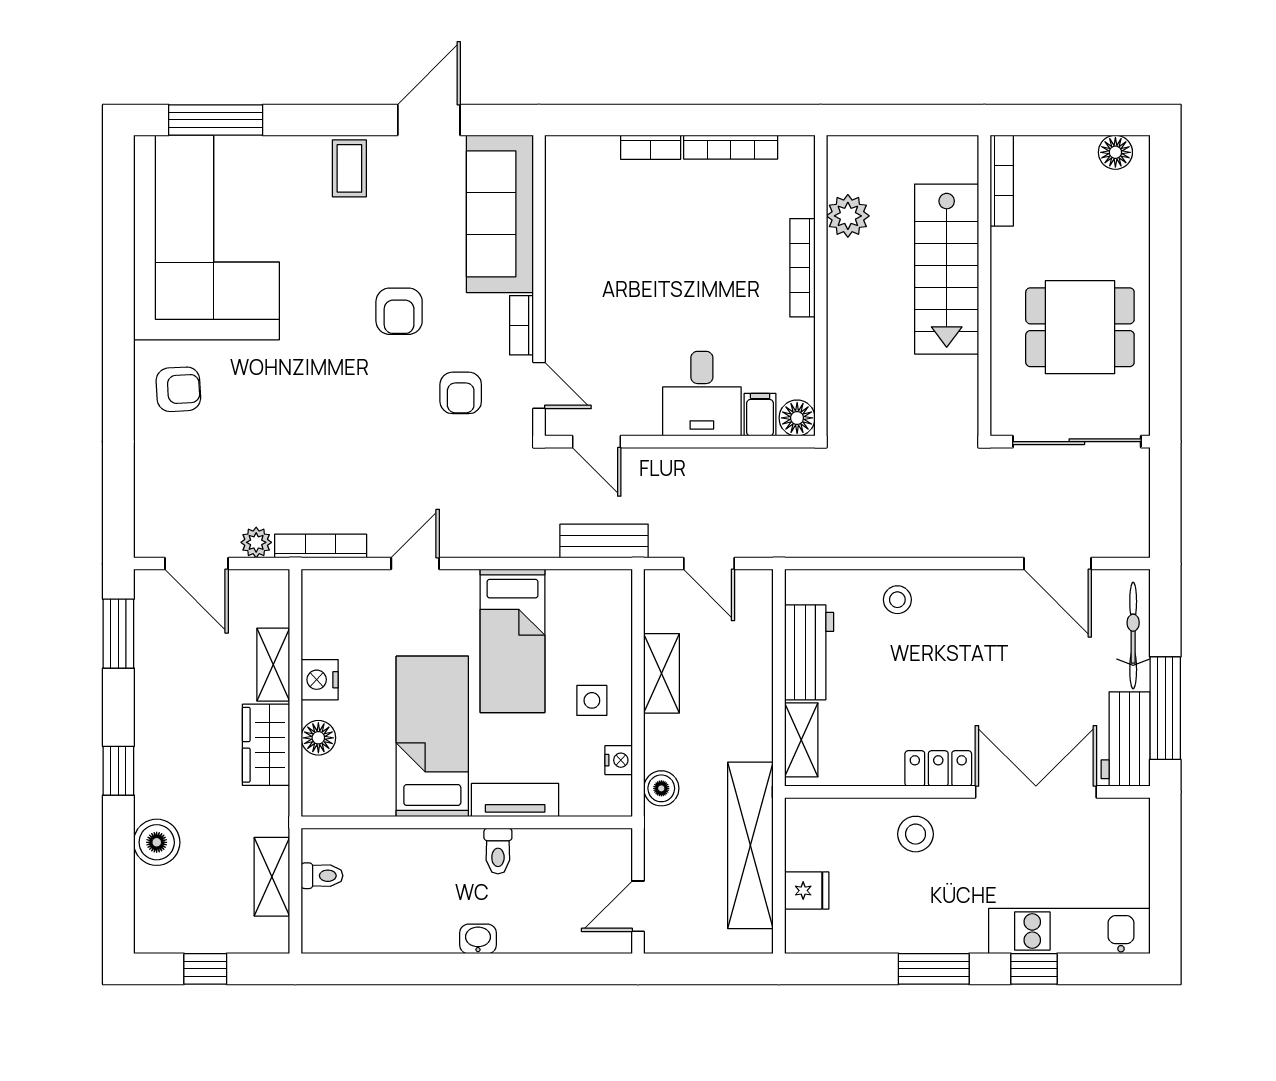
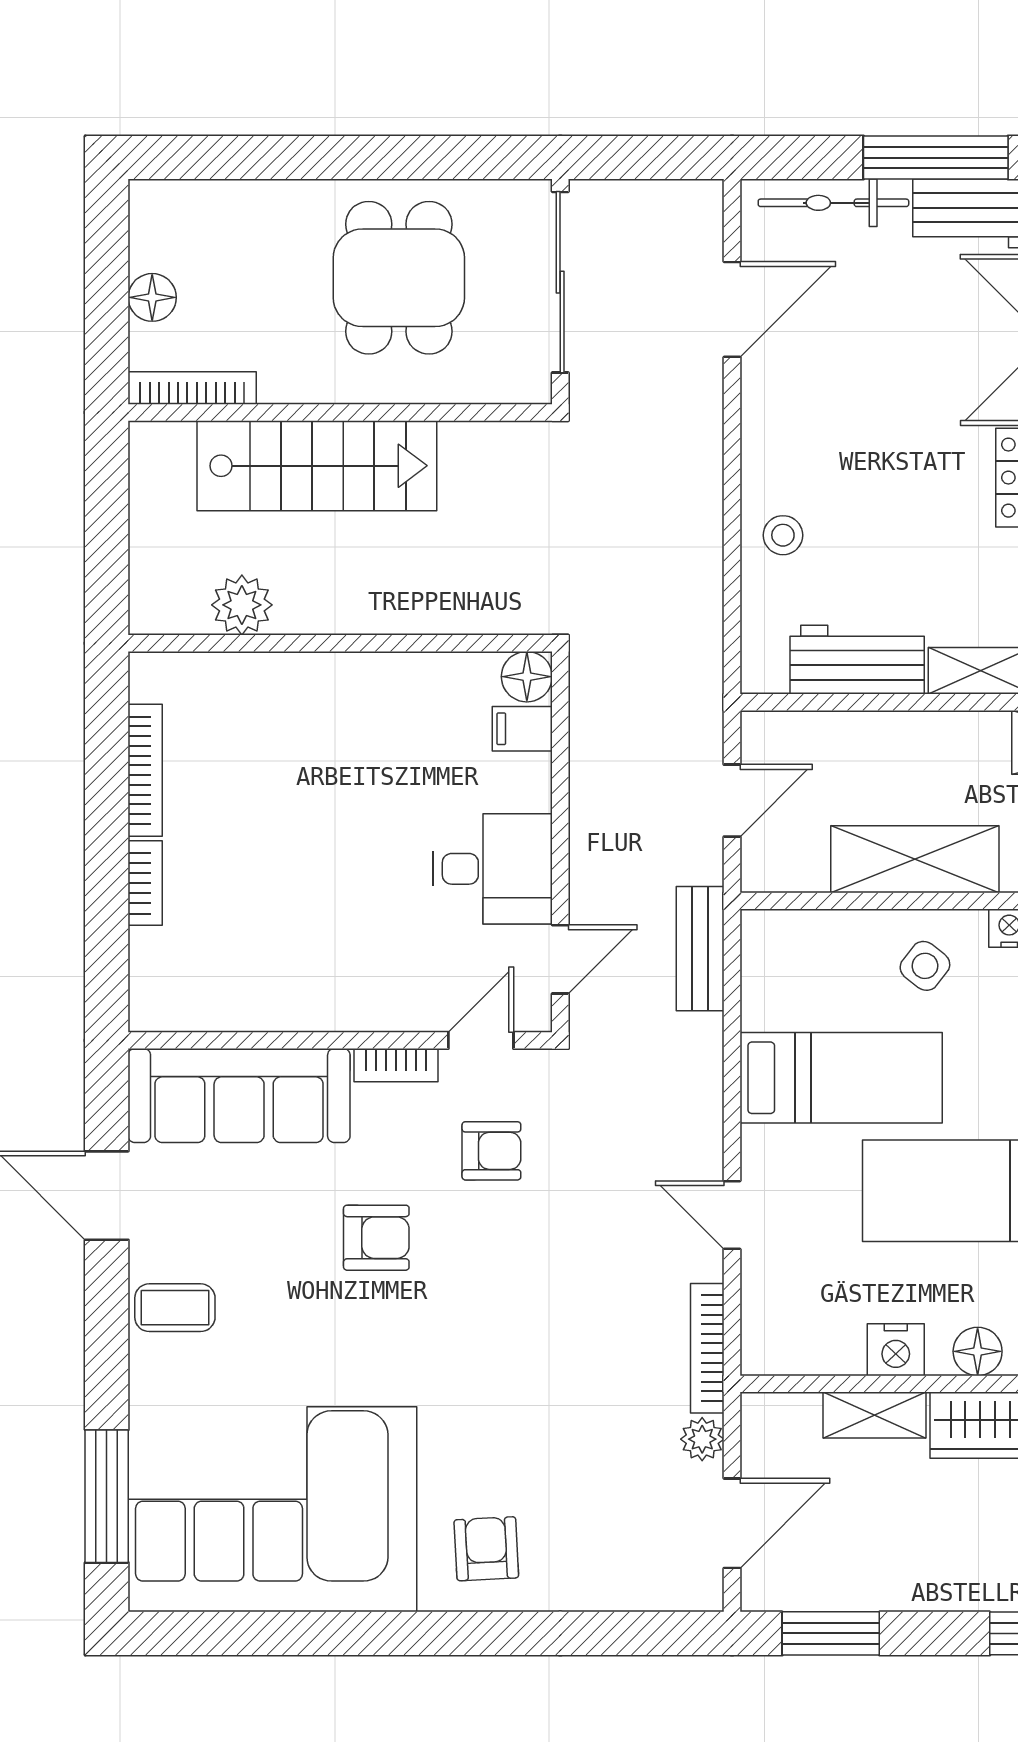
floor lamp: (1115, 152) -> (152, 297), moved
bookcase: (802, 268) -> (315, 669), removed
desk: (702, 394) -> (493, 869), moved
shelving: (662, 673) -> (915, 859), width x1.50, depth x1.33
side table: (592, 700) -> (925, 966), turned 38

